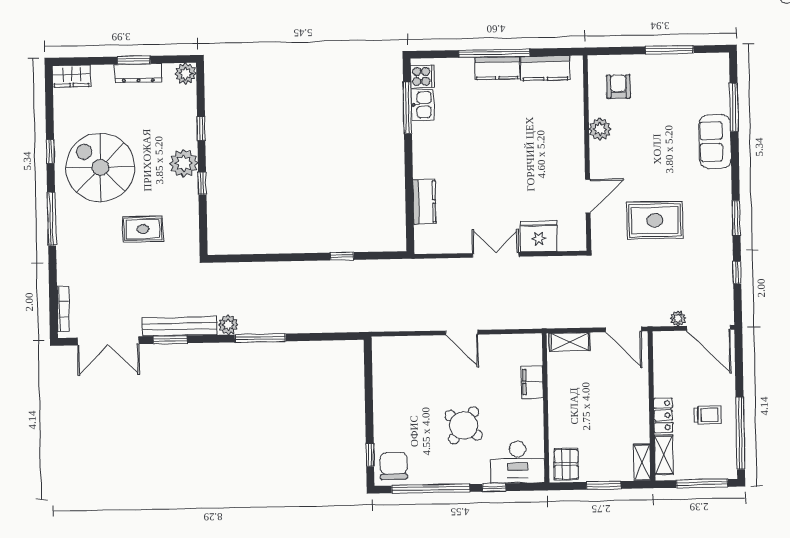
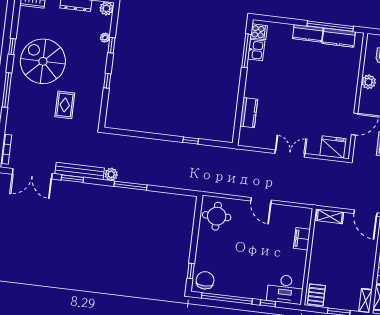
window: (494, 53) -> (330, 26), moved
plant: (184, 163) -> (105, 38), moved, width x0.53, depth x0.53
rug: (143, 229) -> (65, 105), turned 90
fridge: (539, 236) -> (333, 147), moved
round table: (464, 425) -> (217, 216), moved, turned -37

